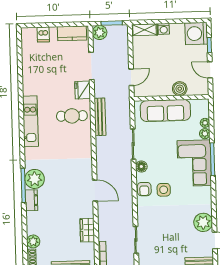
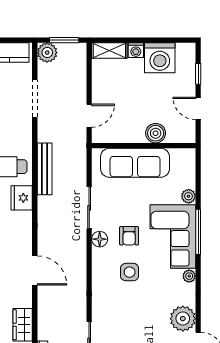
washing machine: (196, 34) -> (160, 58), moved, turned -90
fridge: (83, 90) -> (22, 198), moved
plant: (205, 123) -> (189, 276), moved
armchair: (144, 189) -> (129, 236), moved

